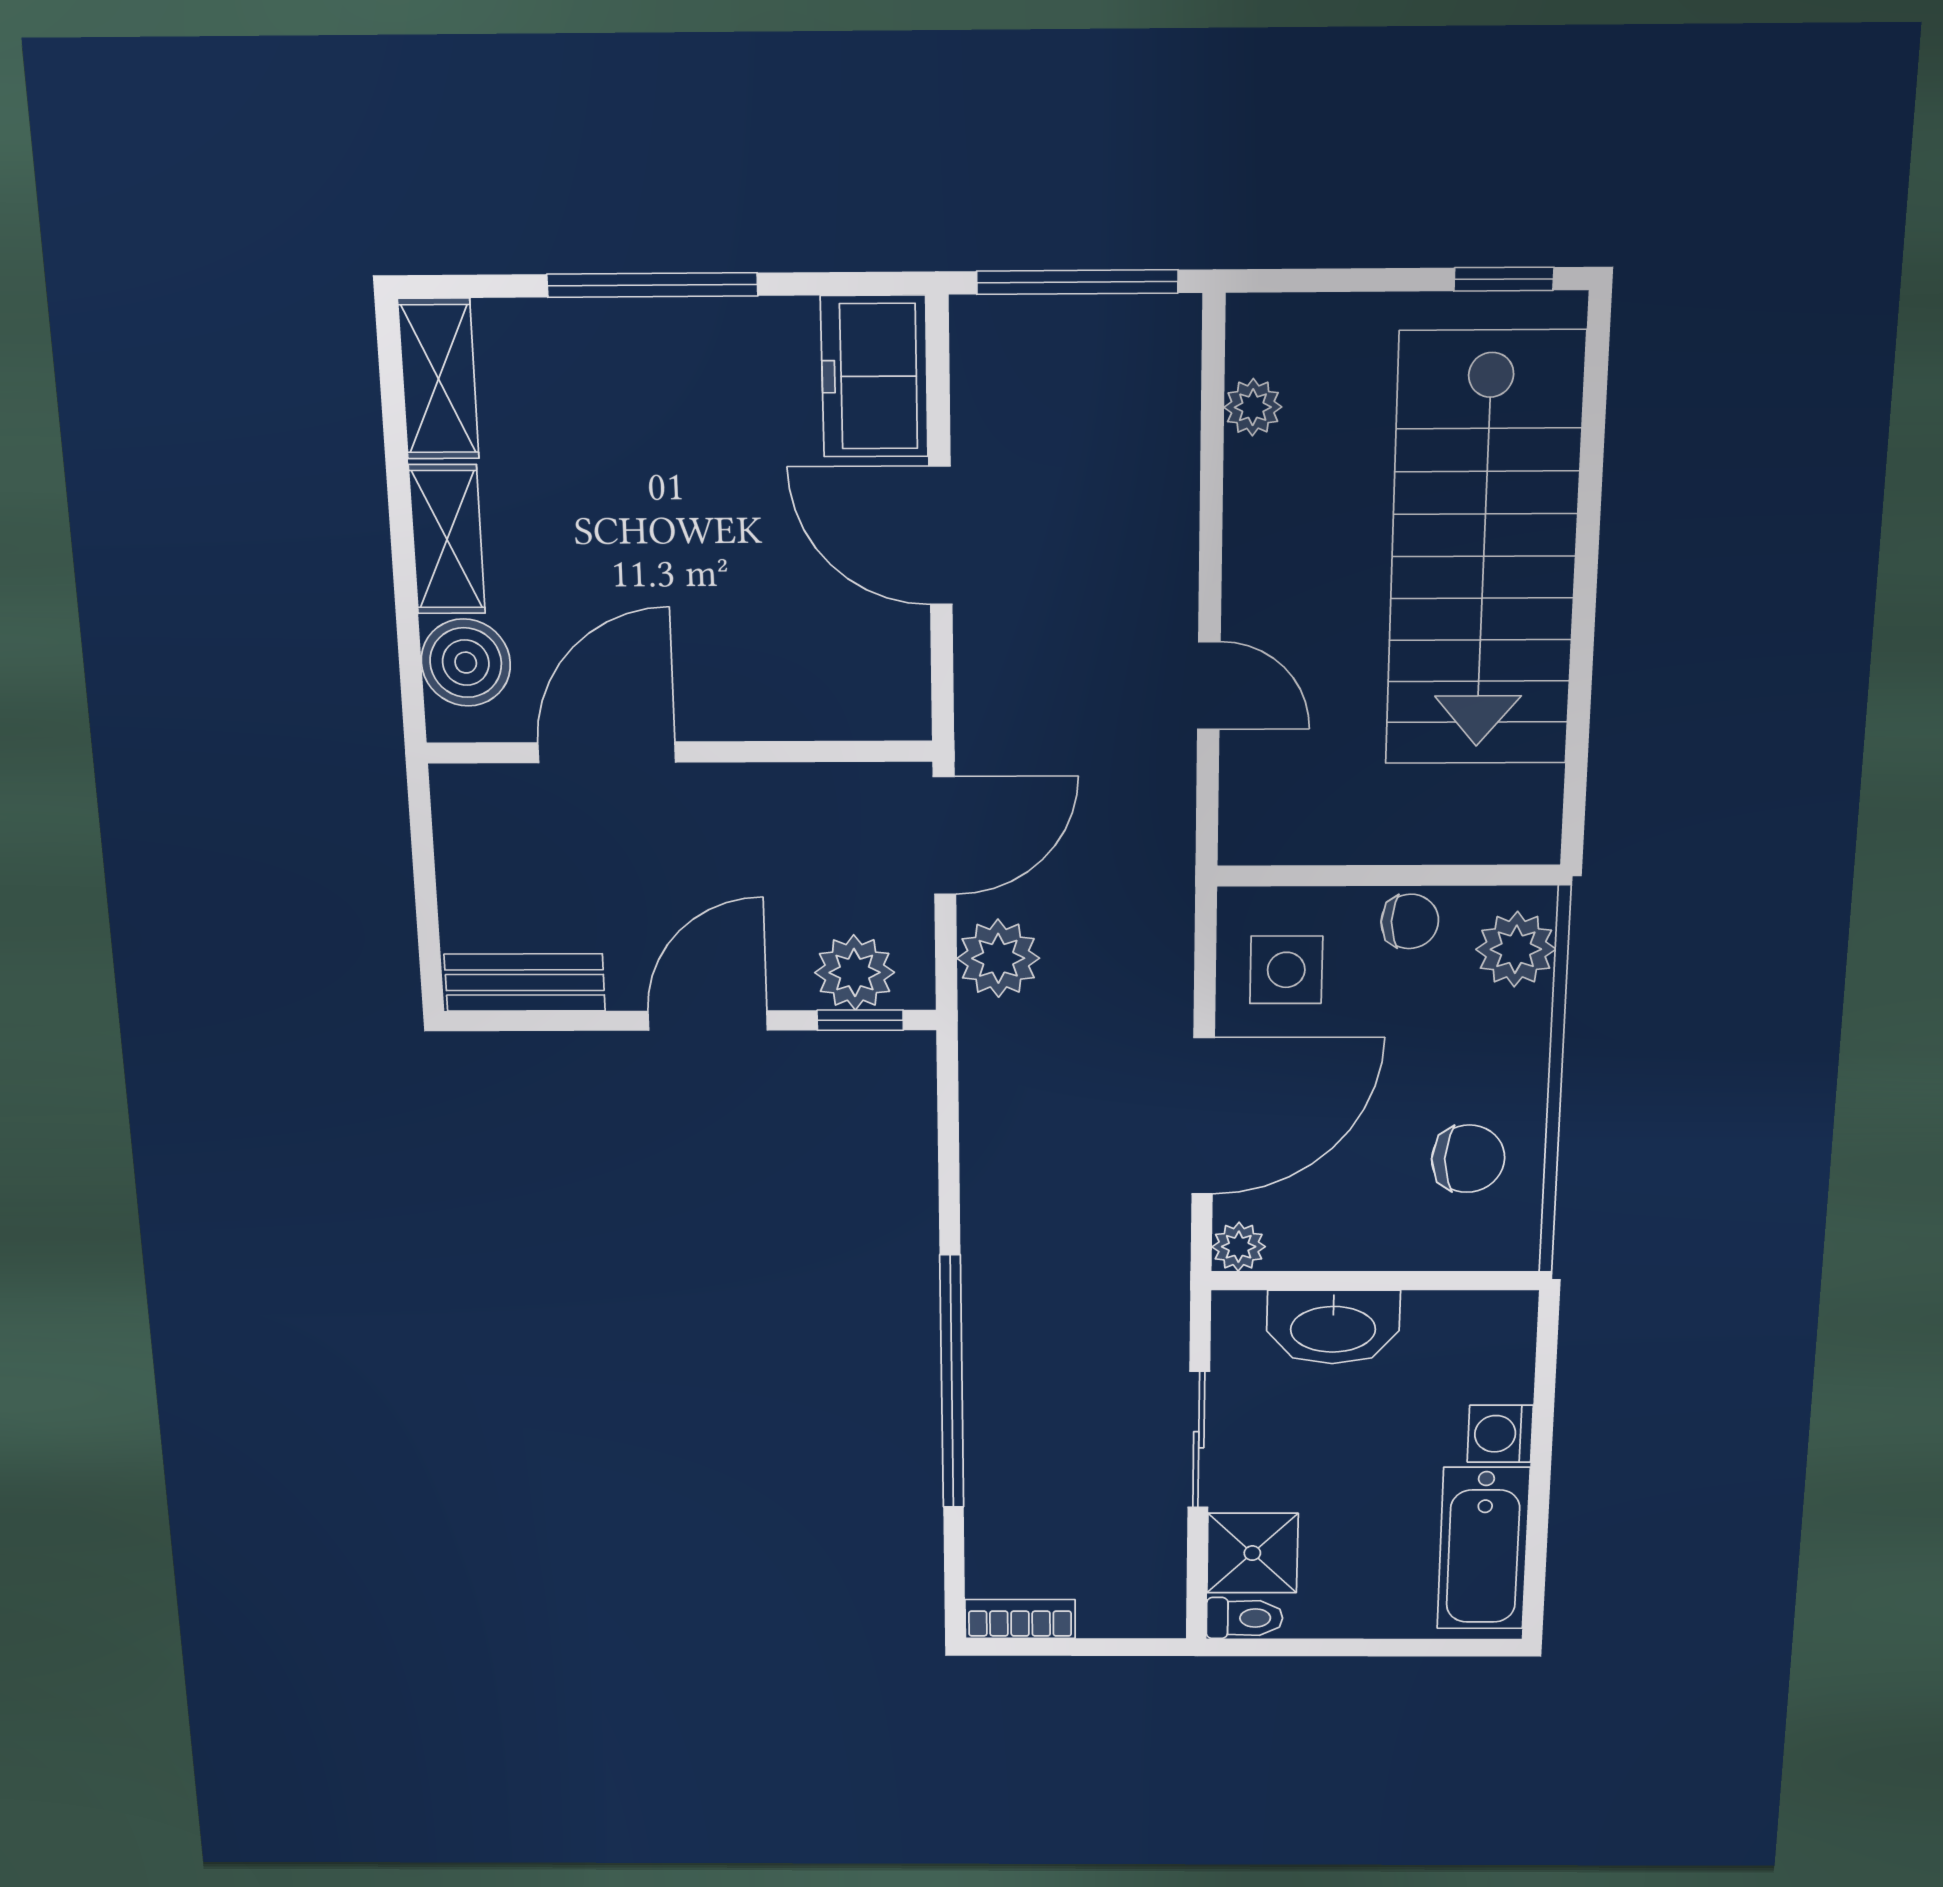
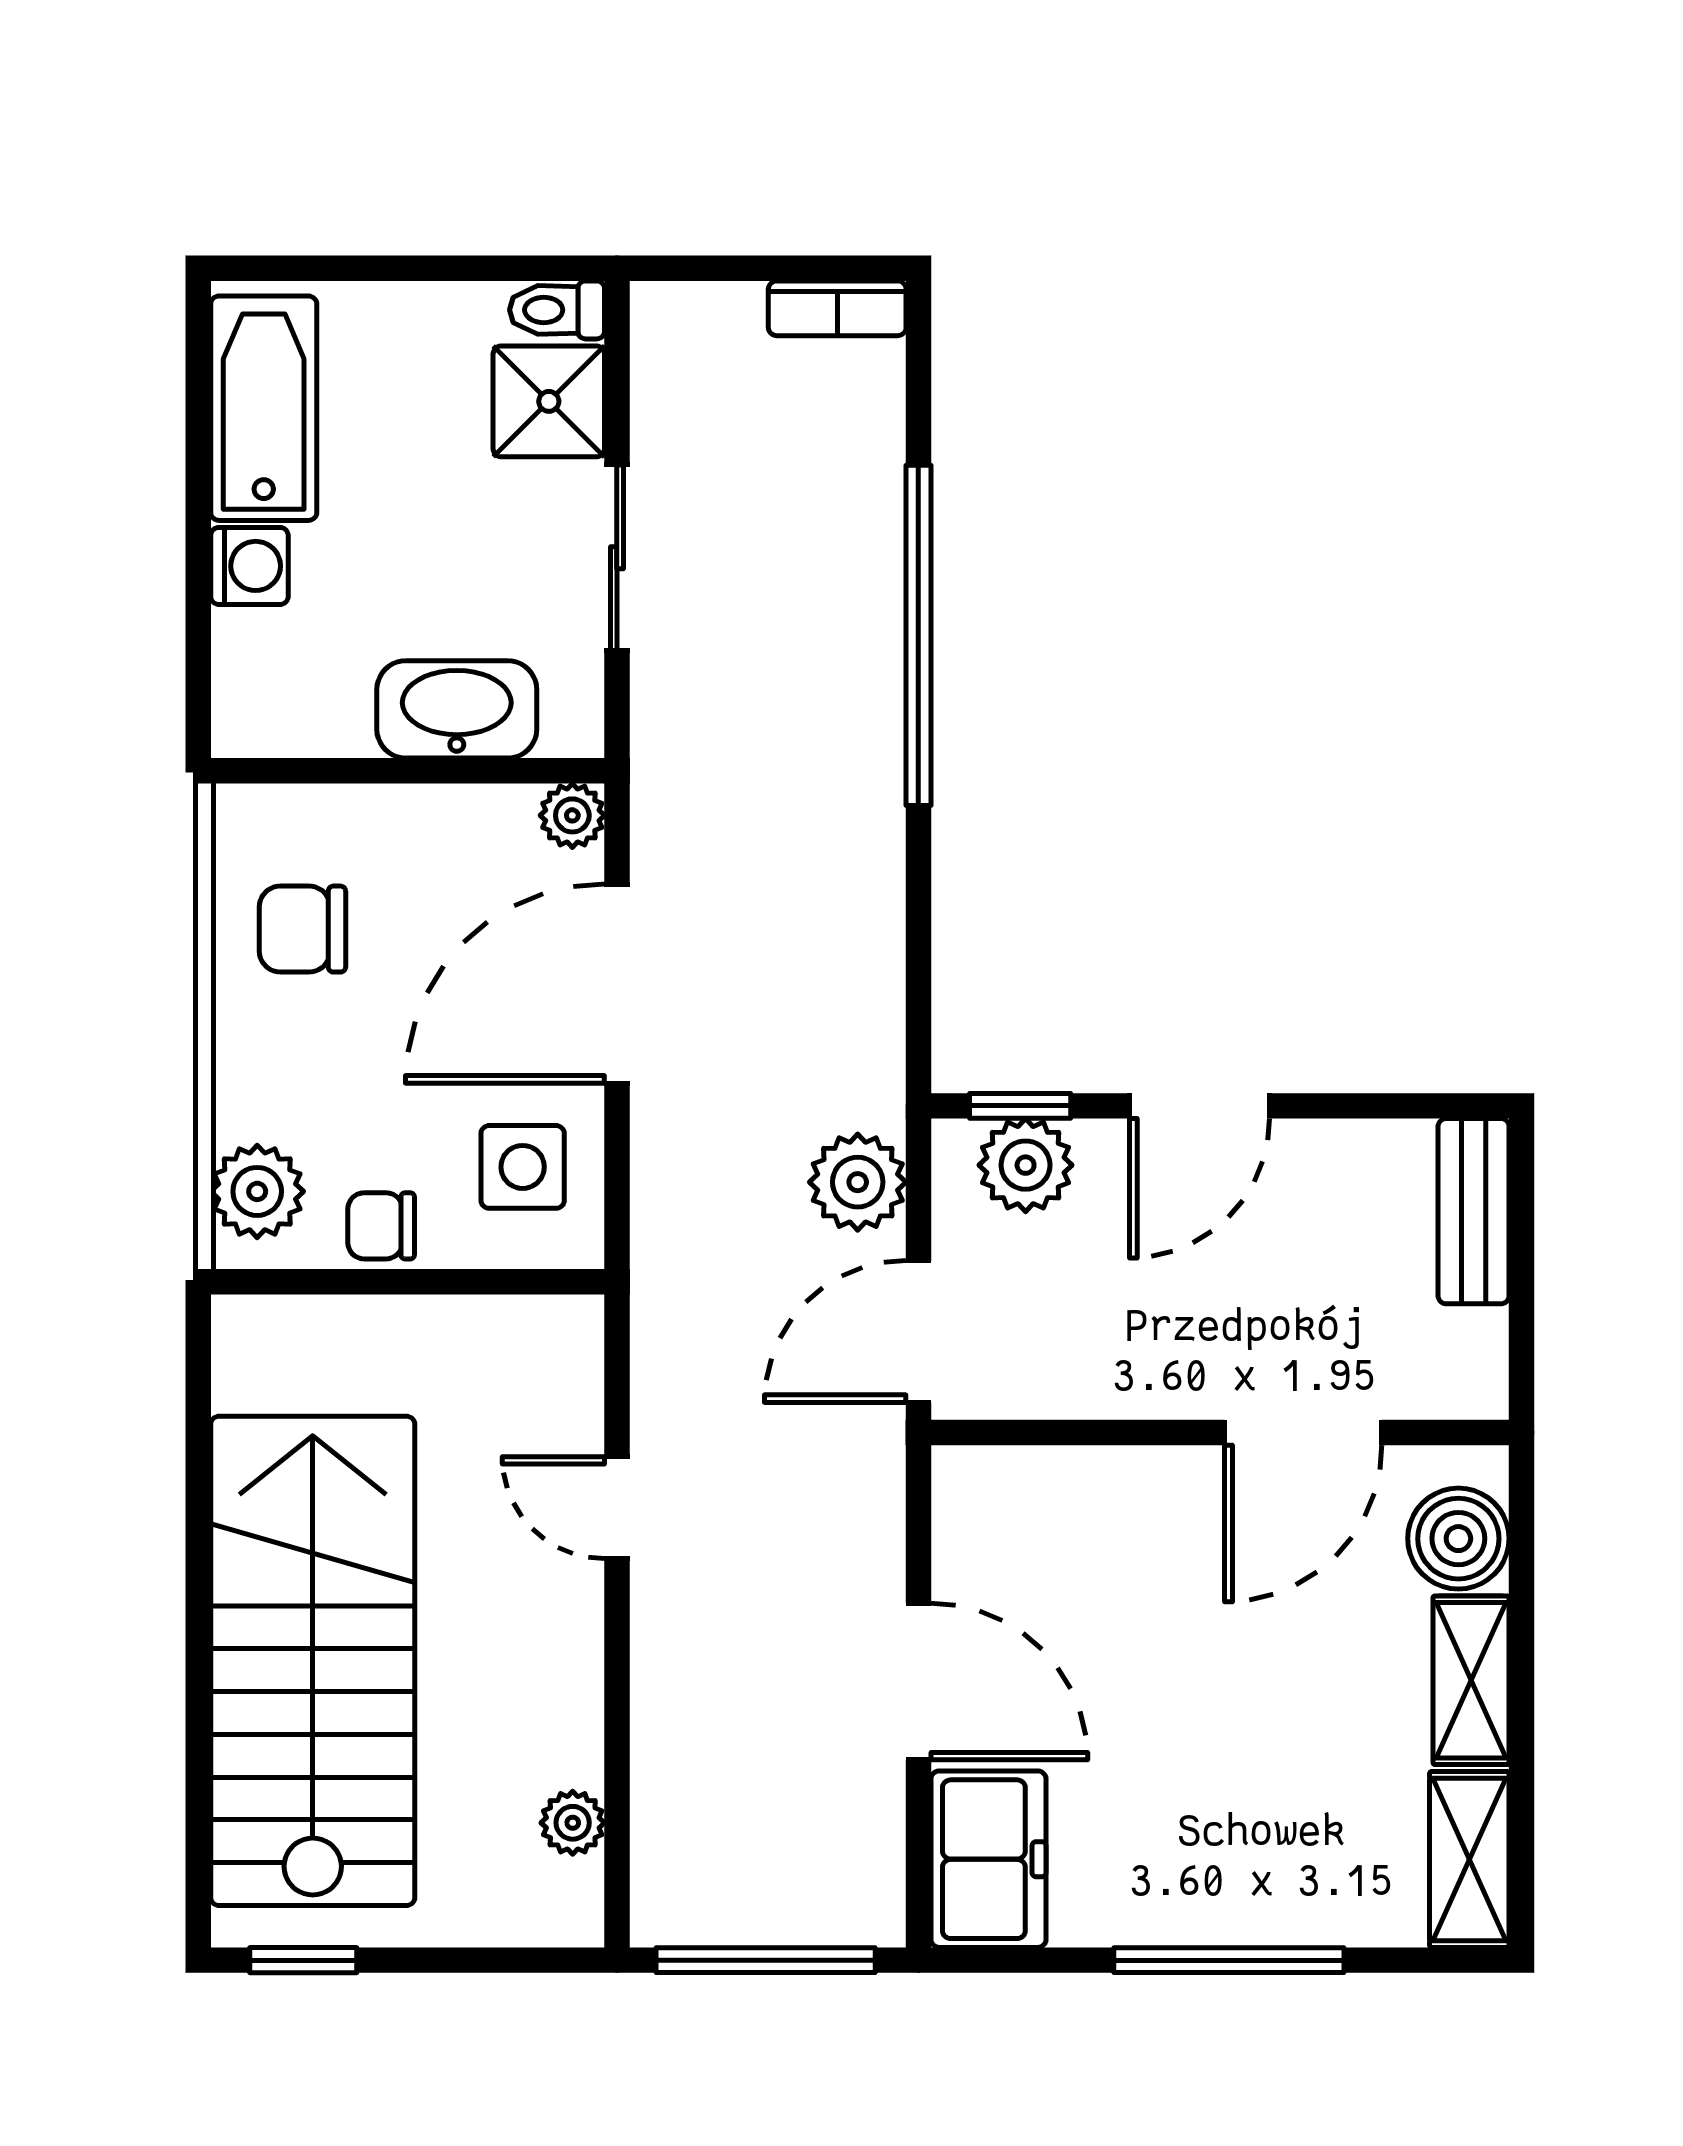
bench: (525, 983) -> (1474, 1211), moved, turned 90

